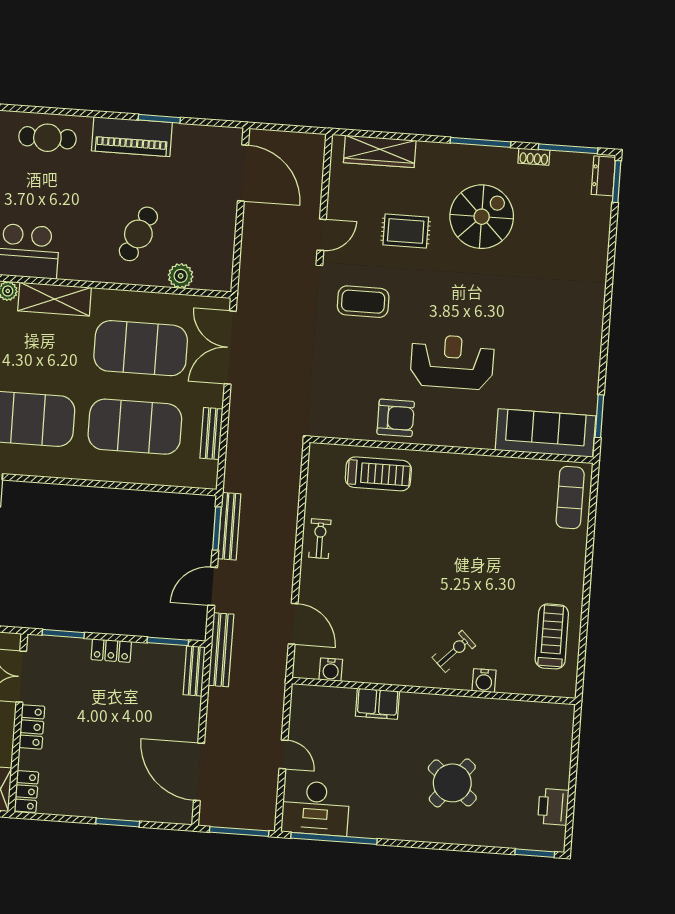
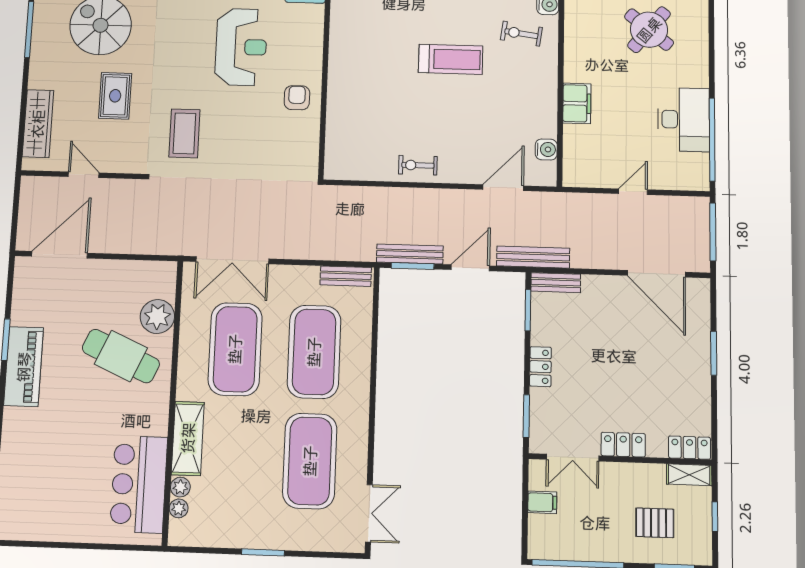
cafe table: (47, 138) -> (25, 452), removed
cafe table: (138, 234) -> (121, 356), width x1.37, depth x1.35
door: (322, 235) -> (84, 175), moved
plant: (181, 276) -> (157, 316), width x1.36, depth x1.36
reception desk: (452, 362) -> (241, 47), turned 180
armchair: (396, 418) -> (297, 98), width x0.72, depth x0.72
bench: (211, 434) -> (346, 276), moved
treadmill: (378, 474) -> (451, 59), moved, turned 90
door: (213, 586) -> (470, 268), swing flipped
exercise bike: (454, 651) -> (521, 34), turned -36
door: (199, 772) -> (656, 274), hinge flipped
desk: (316, 808) -> (684, 119), moved

